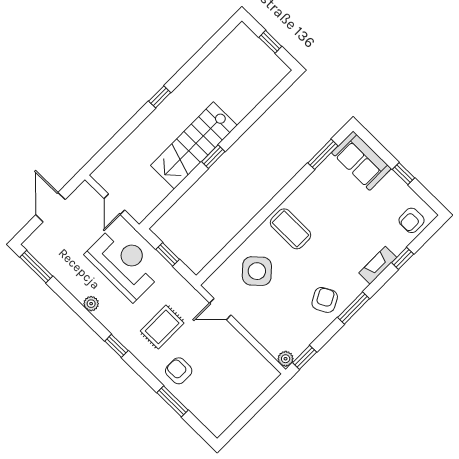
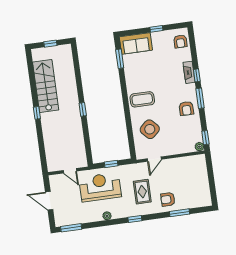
stairs: (194, 145) -> (46, 86), moved, turned 180
window: (403, 258) -> (197, 75), moved
armchair: (325, 300) -> (186, 108), turned -152

